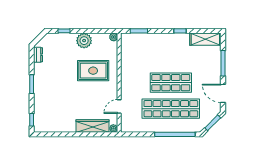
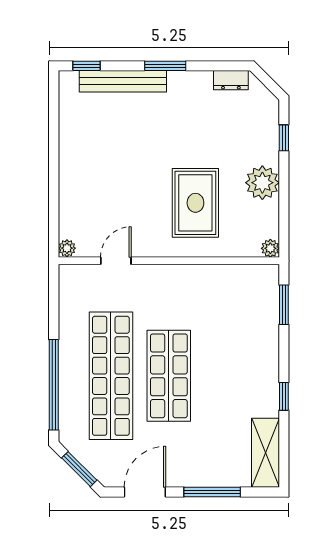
bench: (39, 103) -> (123, 81), added
door: (119, 106) -> (116, 261), hinge flipped
wardrobe: (92, 126) -> (72, 201), removed

